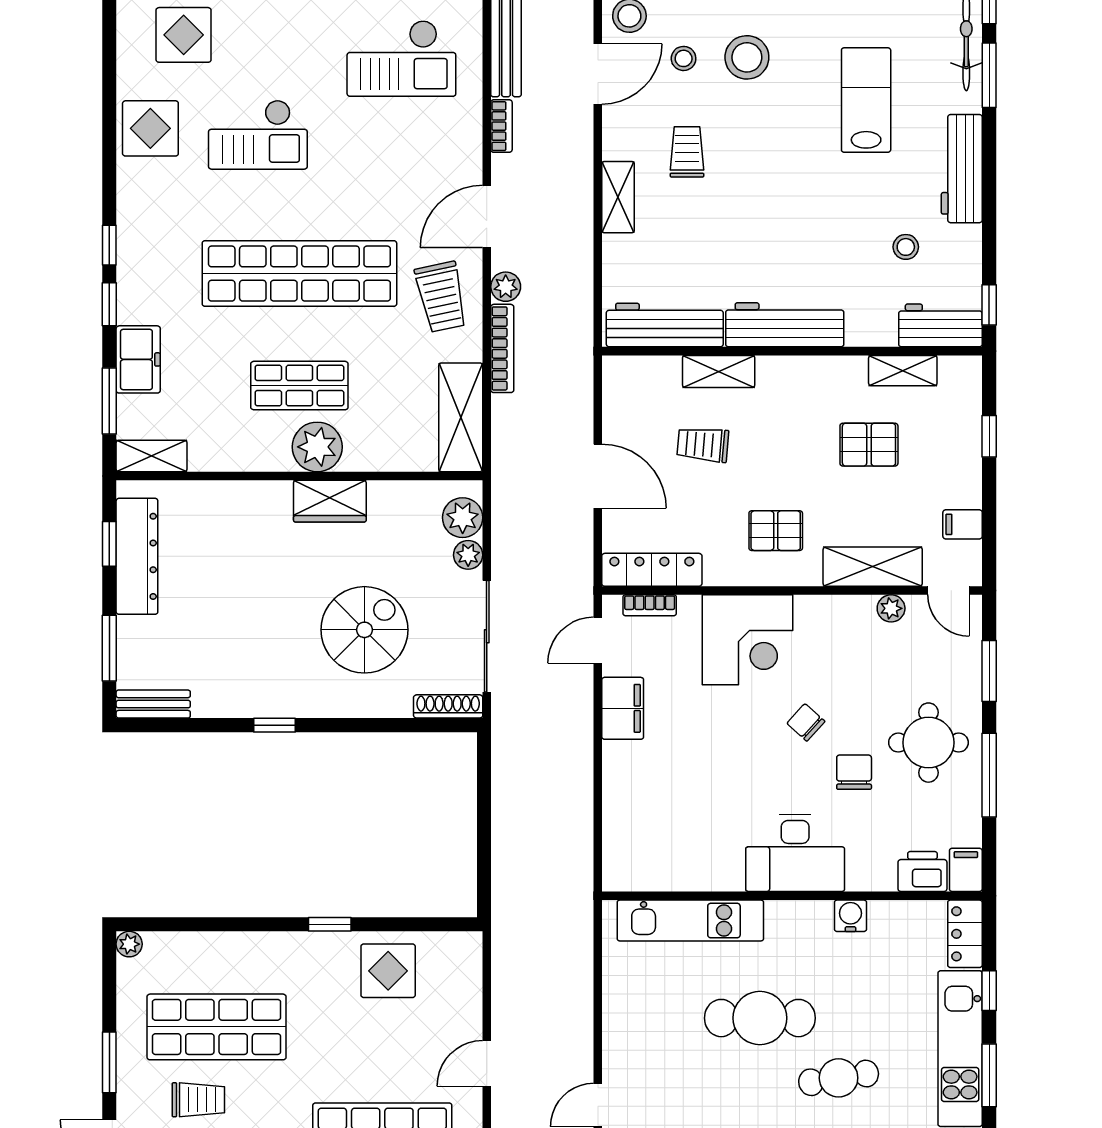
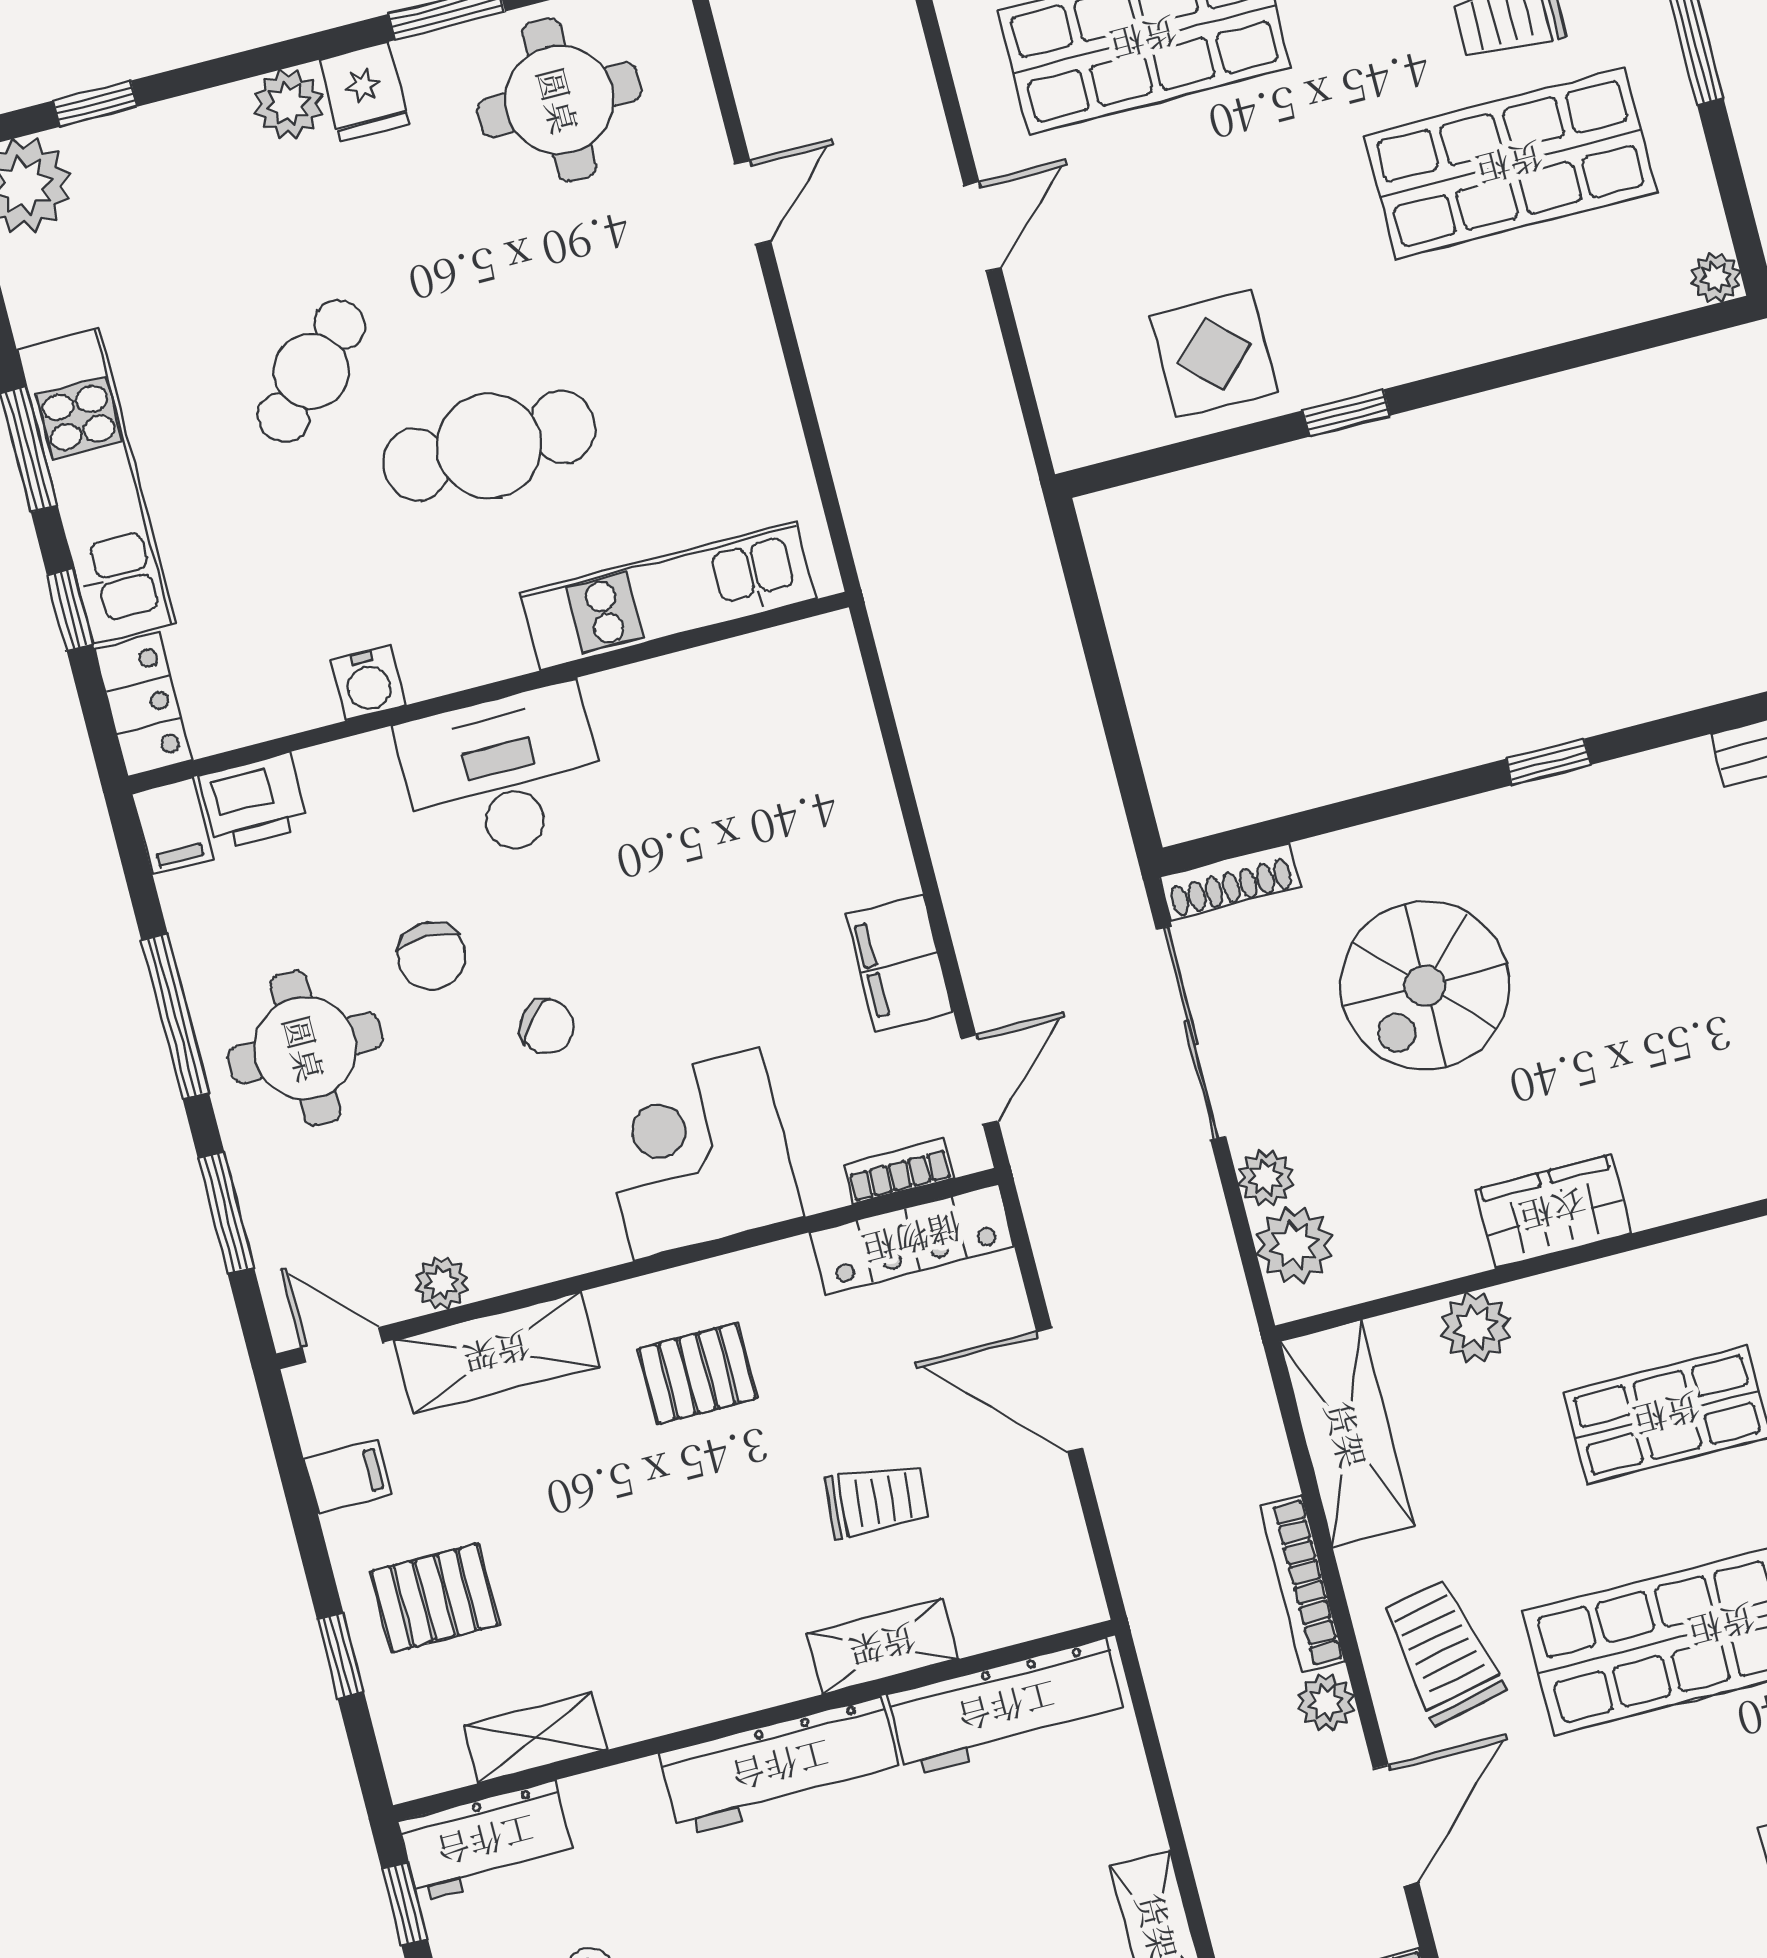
pallet: (869, 445) -> (435, 1598), moved
plant: (317, 447) -> (1475, 1327), moved, width x0.73, depth x0.73
cafe table: (839, 1078) -> (311, 371), turned -35

